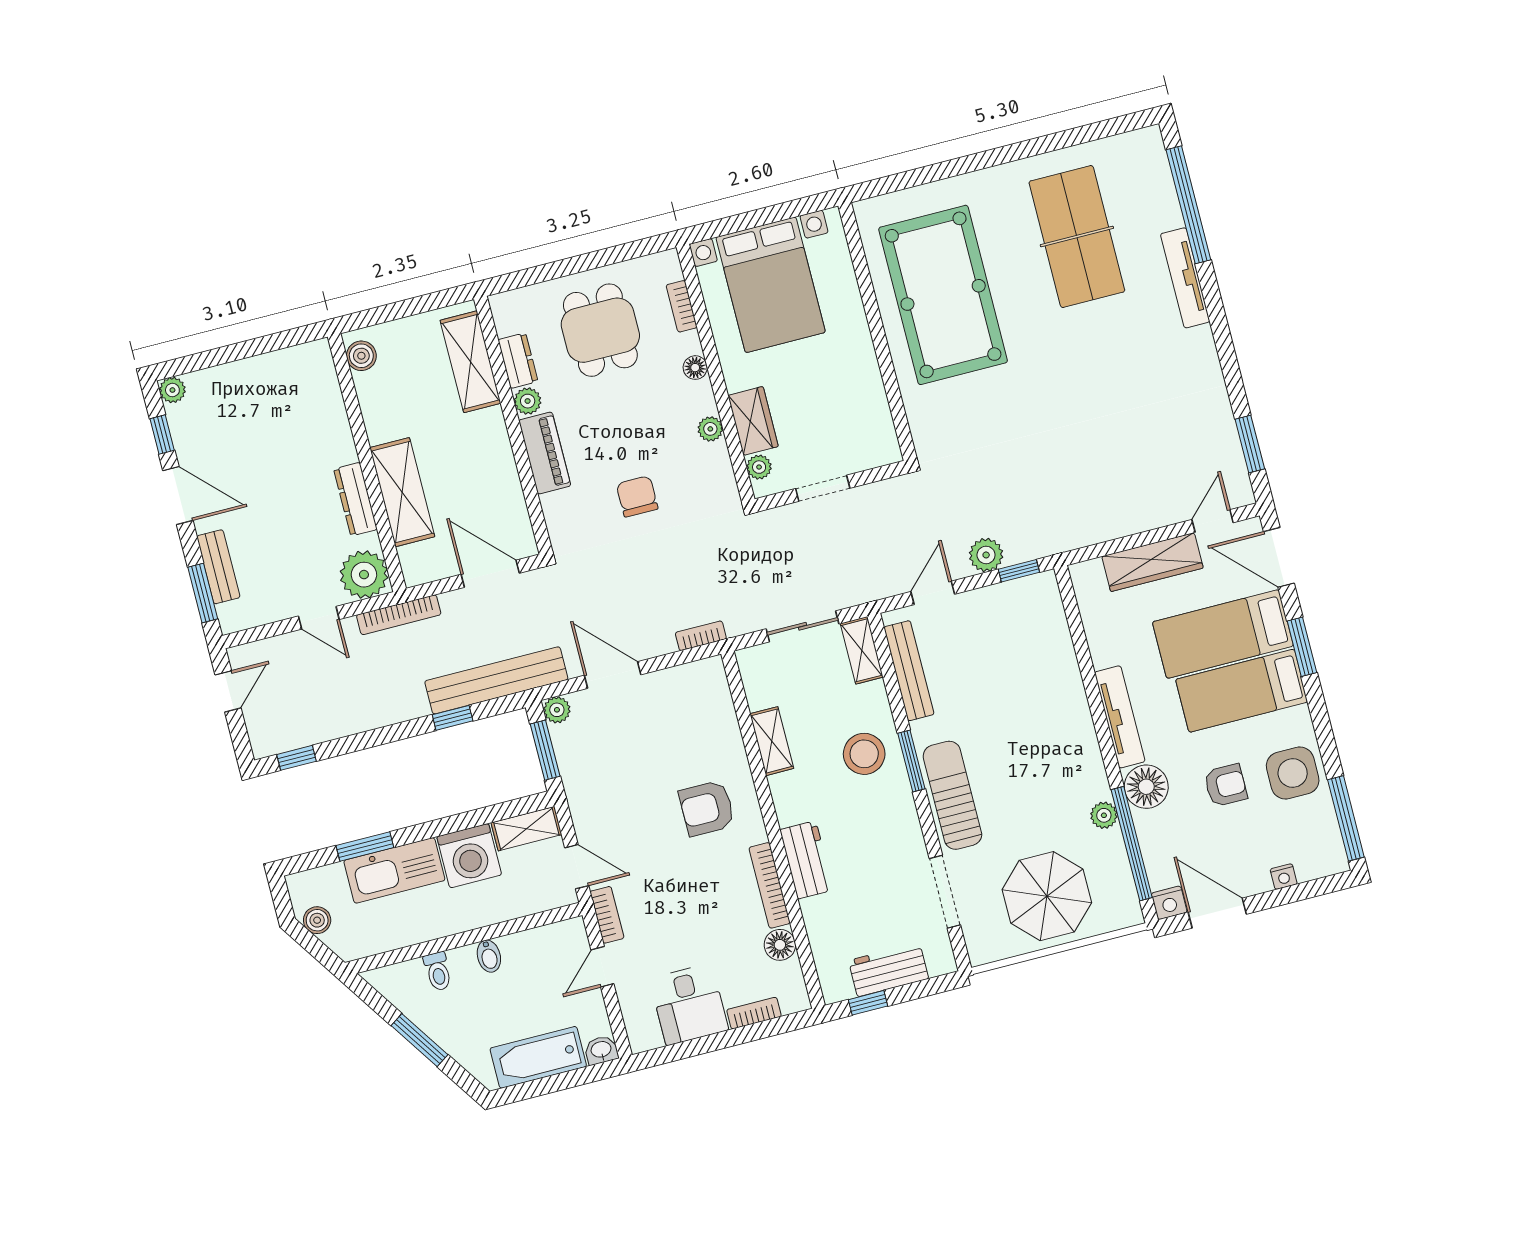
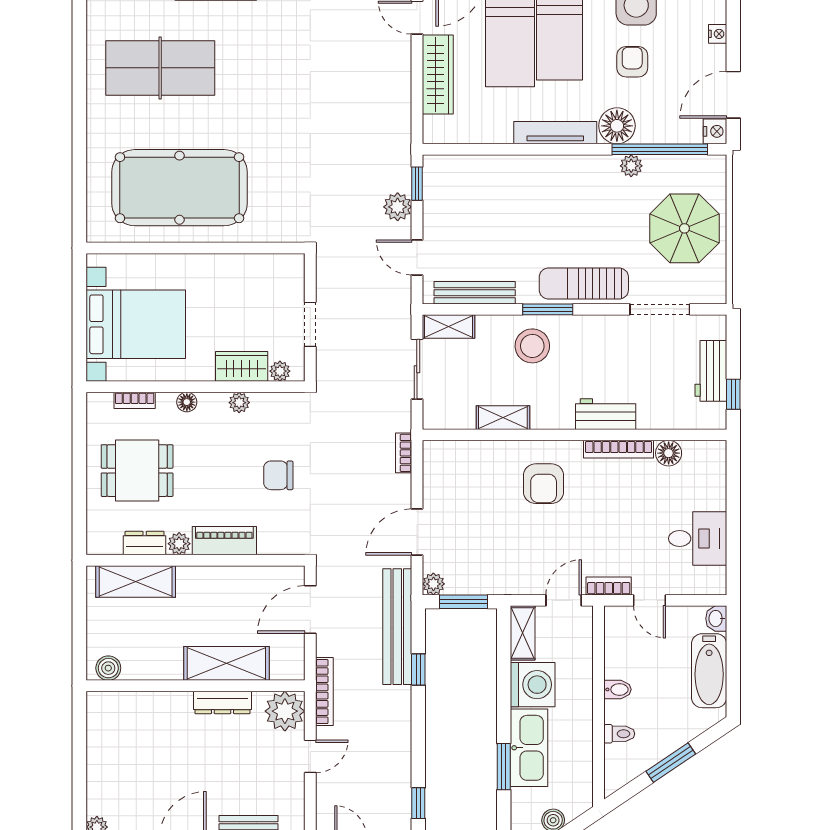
bookcase: (754, 1013) -> (718, 488), removed

